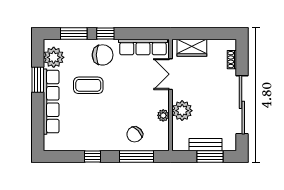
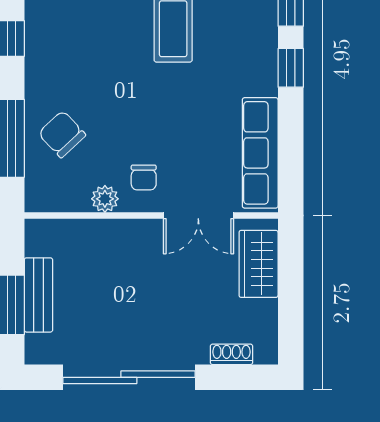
chair: (103, 55) -> (144, 177), moved, width x0.54, depth x0.54
double door: (171, 74) -> (198, 216), swing flipped
plant: (182, 111) -> (116, 242), removed

